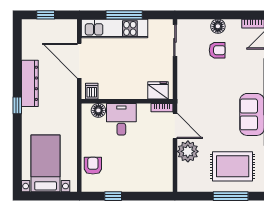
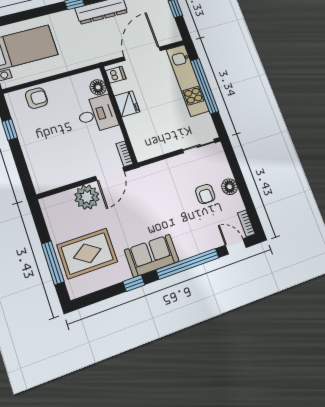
window: (124, 15) -> (205, 86), width x1.46
fridge: (158, 90) -> (127, 104), moved
rug: (233, 166) -> (87, 253), turned 90

